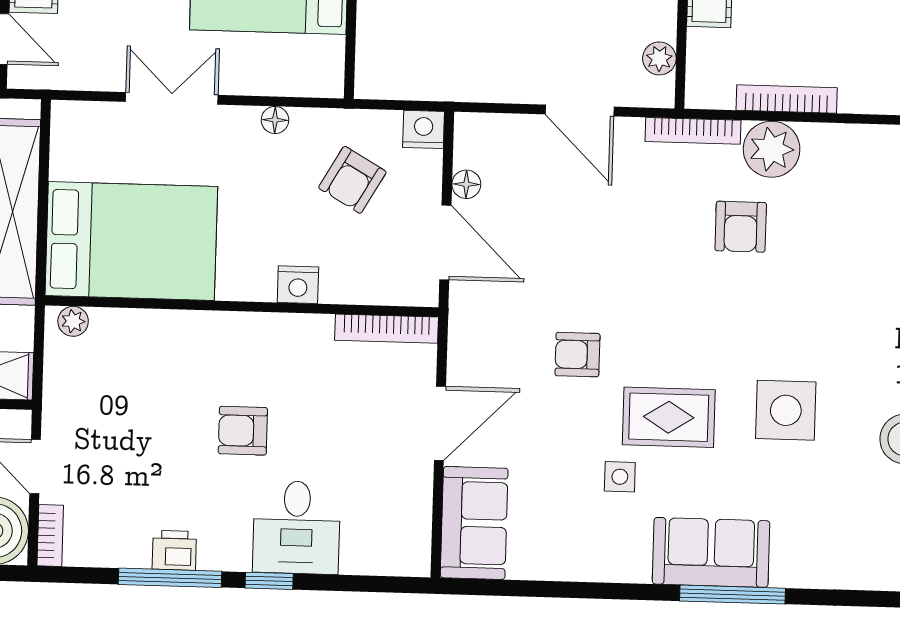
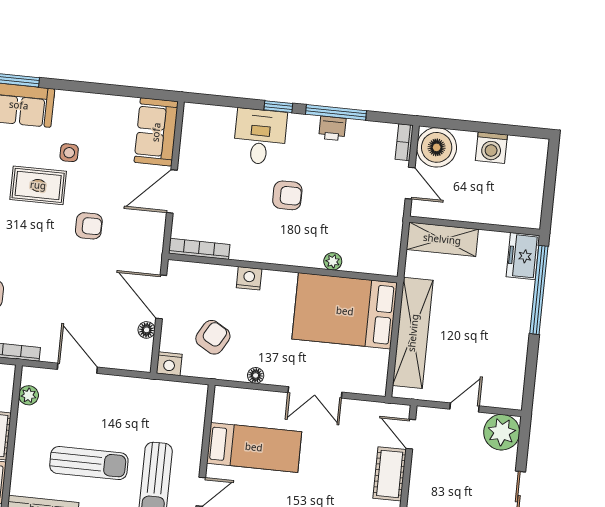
plant: (73, 321) -> (333, 261), moved

